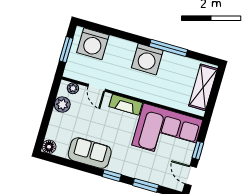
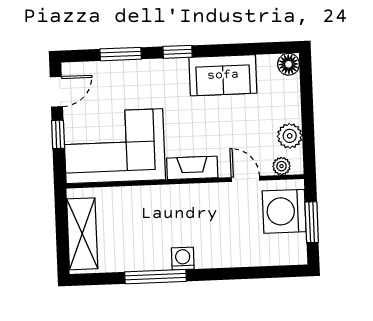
washing machine: (93, 44) -> (284, 211), moved, turned -90
washing machine: (147, 59) -> (183, 259), width x0.53, depth x0.53
door: (191, 176) -> (56, 92), hinge flipped

